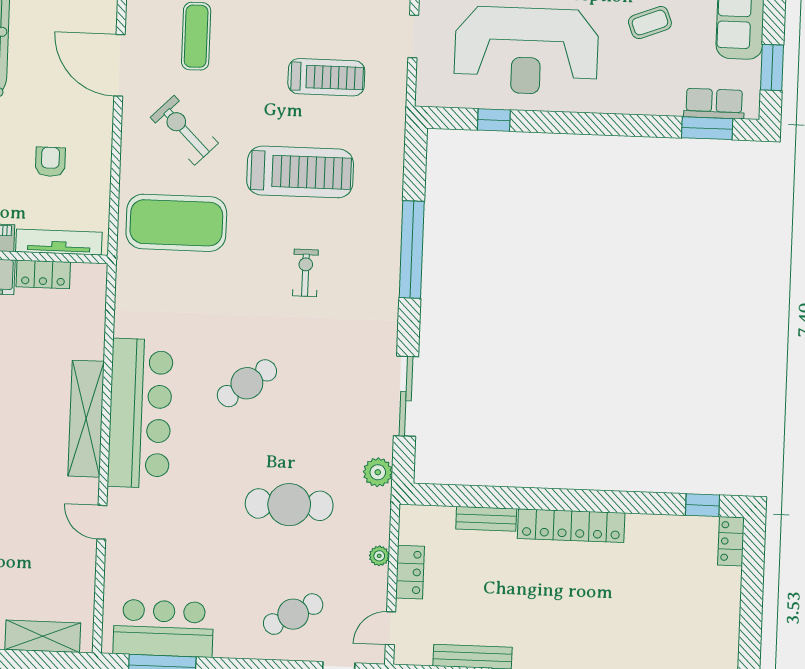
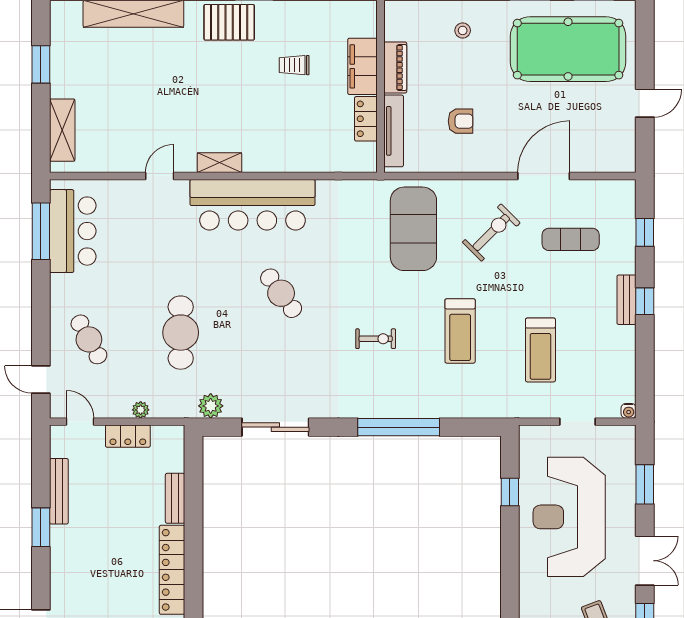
treadmill: (300, 172) -> (460, 331), width x0.73, depth x0.73
shelving: (86, 419) -> (220, 163), width x0.45, depth x0.75

